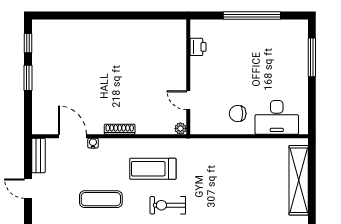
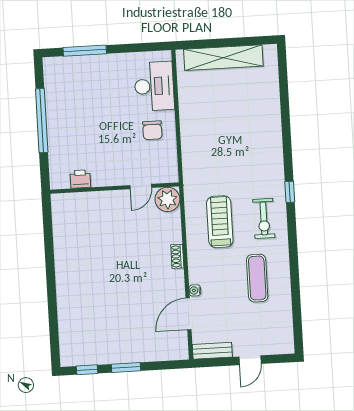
plant: (180, 128) -> (167, 199), width x1.88, depth x1.88
shoe rack: (120, 129) -> (177, 256), width x0.70
treadmill: (153, 169) -> (220, 222), turned 180
exercise bike: (168, 205) -> (264, 218), moved

